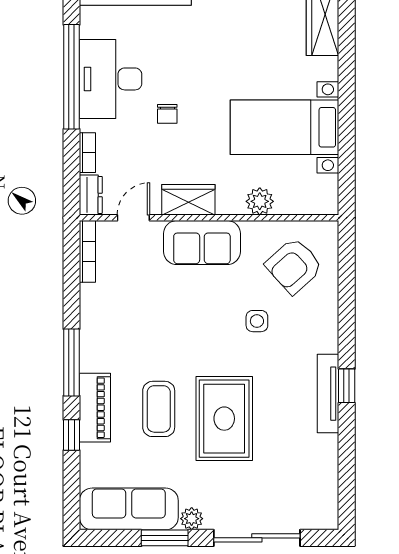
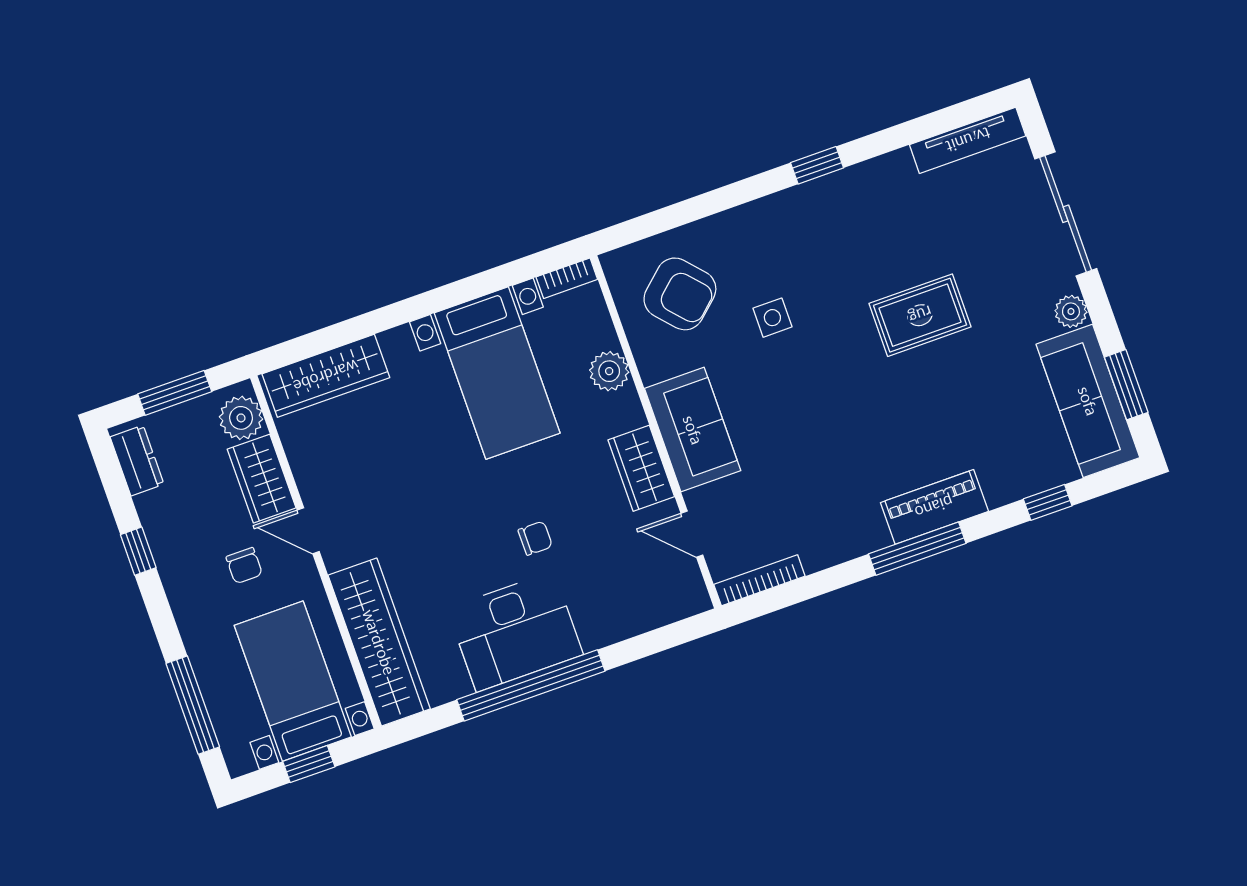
bookcase: (87, 153) -> (567, 278), moved, turned 180
dresser: (91, 195) -> (681, 603), removed
tv unit: (328, 394) -> (968, 140), moved
piano: (95, 408) -> (934, 507), moved
coffee table: (159, 409) -> (938, 408), removed
rug: (224, 419) -> (920, 315), width x0.73, depth x0.70
window: (71, 435) -> (1048, 502), moved
window: (165, 538) -> (1126, 385), moved

